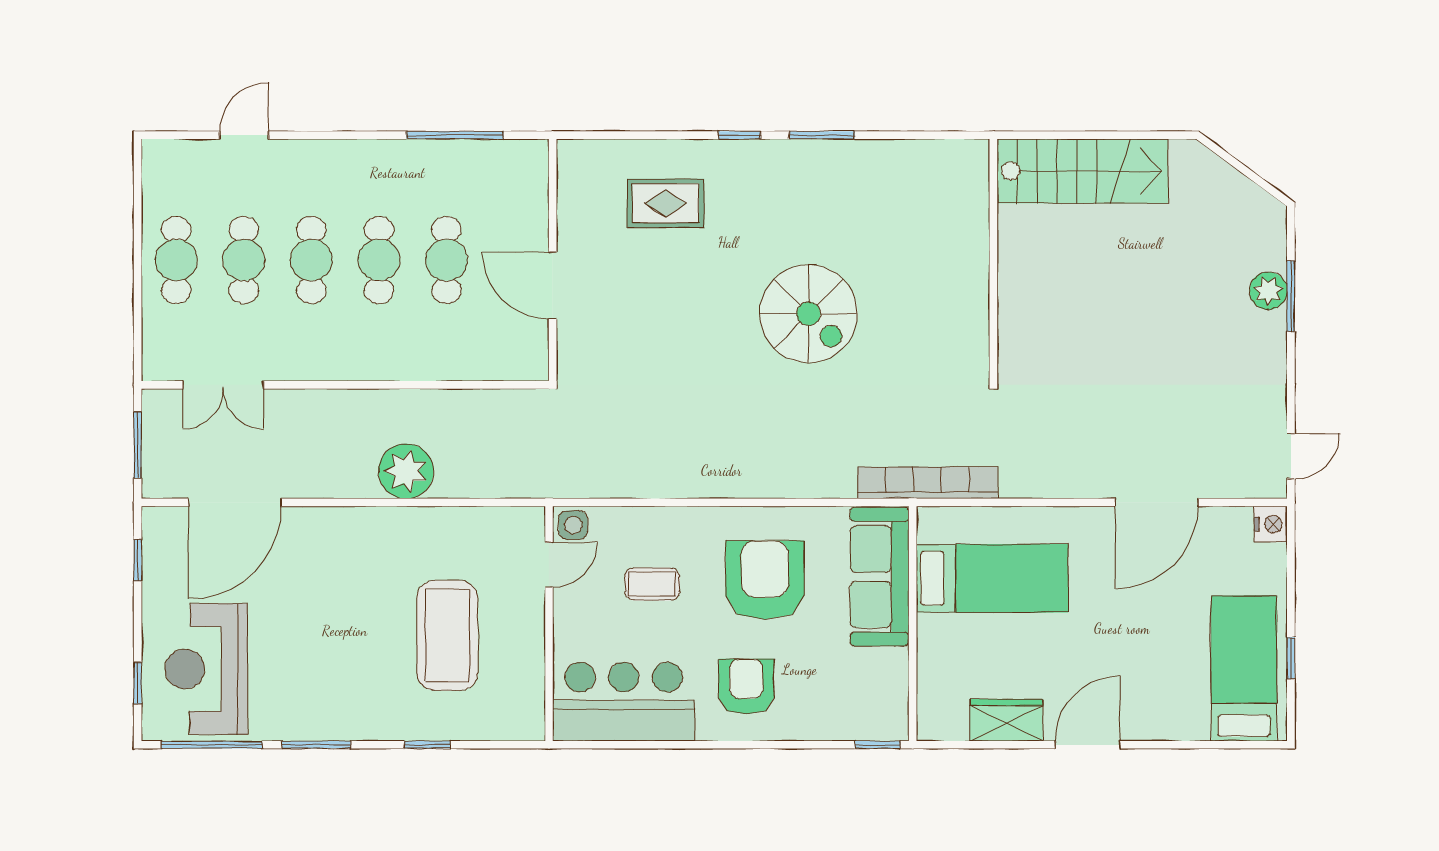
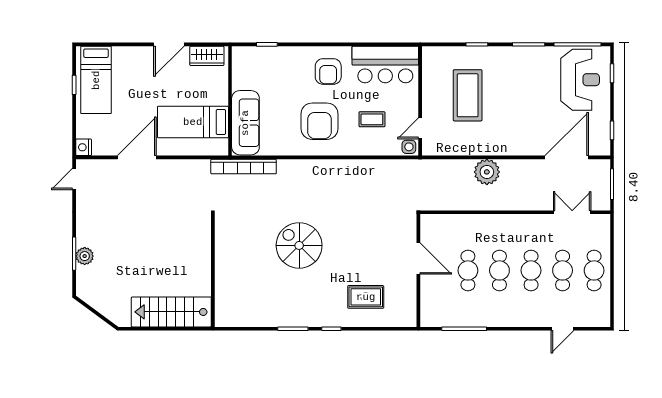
sofa: (879, 577) -> (245, 123), moved
bed: (992, 578) -> (193, 122), moved
wall: (913, 624) -> (230, 101), moved

